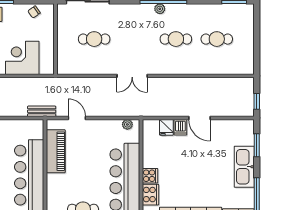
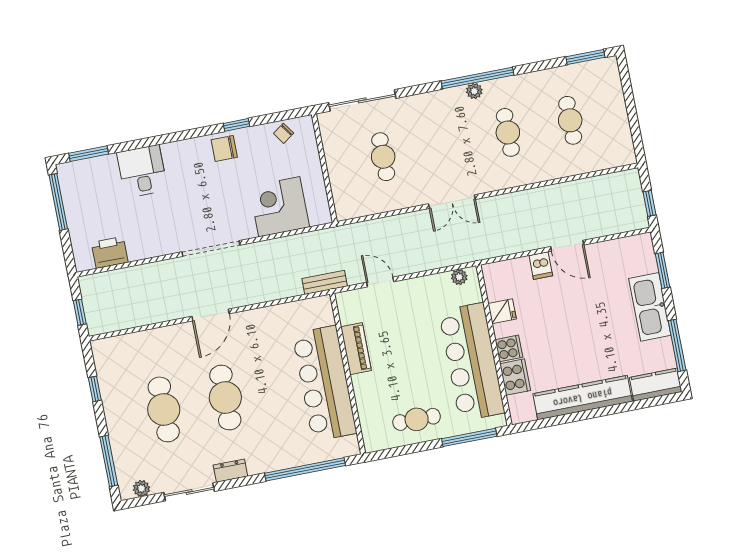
cafe table: (94, 39) -> (383, 157), turned 90
cafe table: (176, 39) -> (508, 132), turned 90
cafe table: (217, 39) -> (570, 120), turned 90
fridge: (166, 127) -> (502, 311), moved, turned -90
piano: (56, 151) -> (356, 349), width x0.73, depth x0.75

